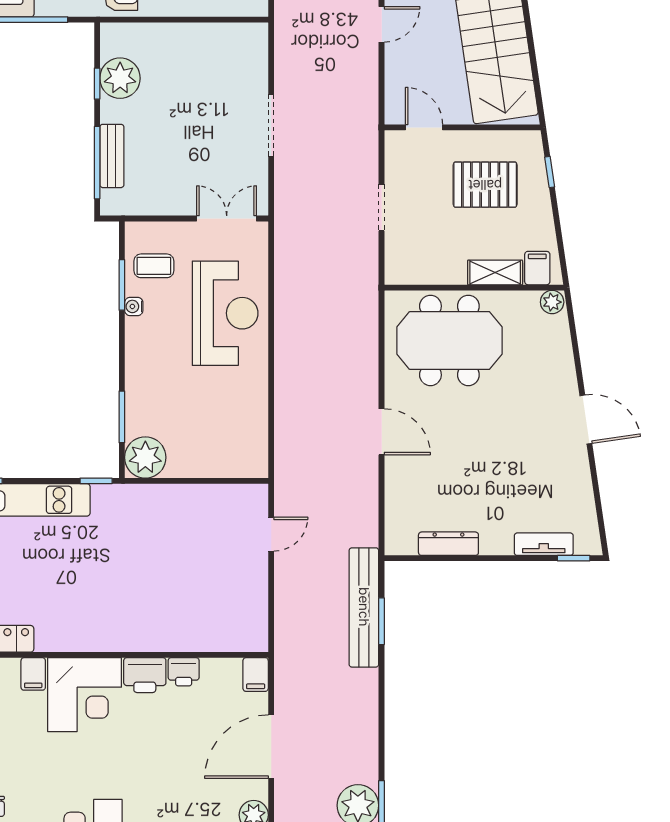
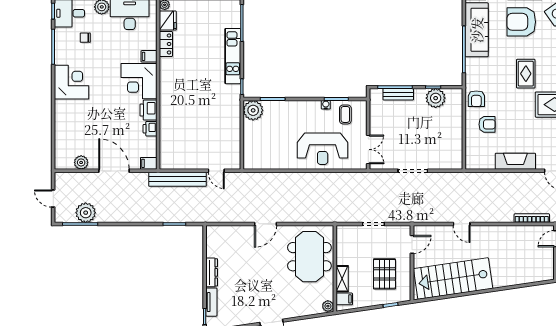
dresser: (448, 544) -> (212, 272), moved
bench: (364, 607) -> (177, 179), moved

